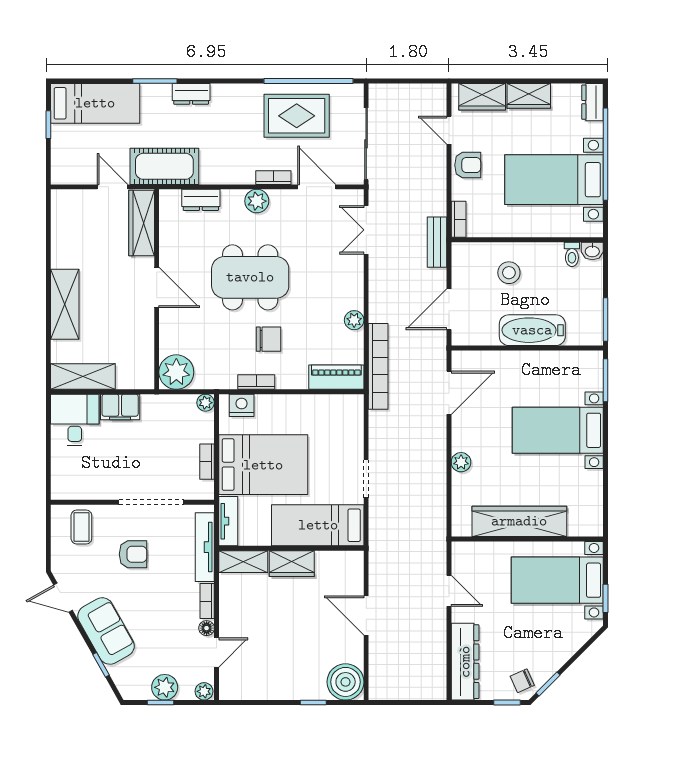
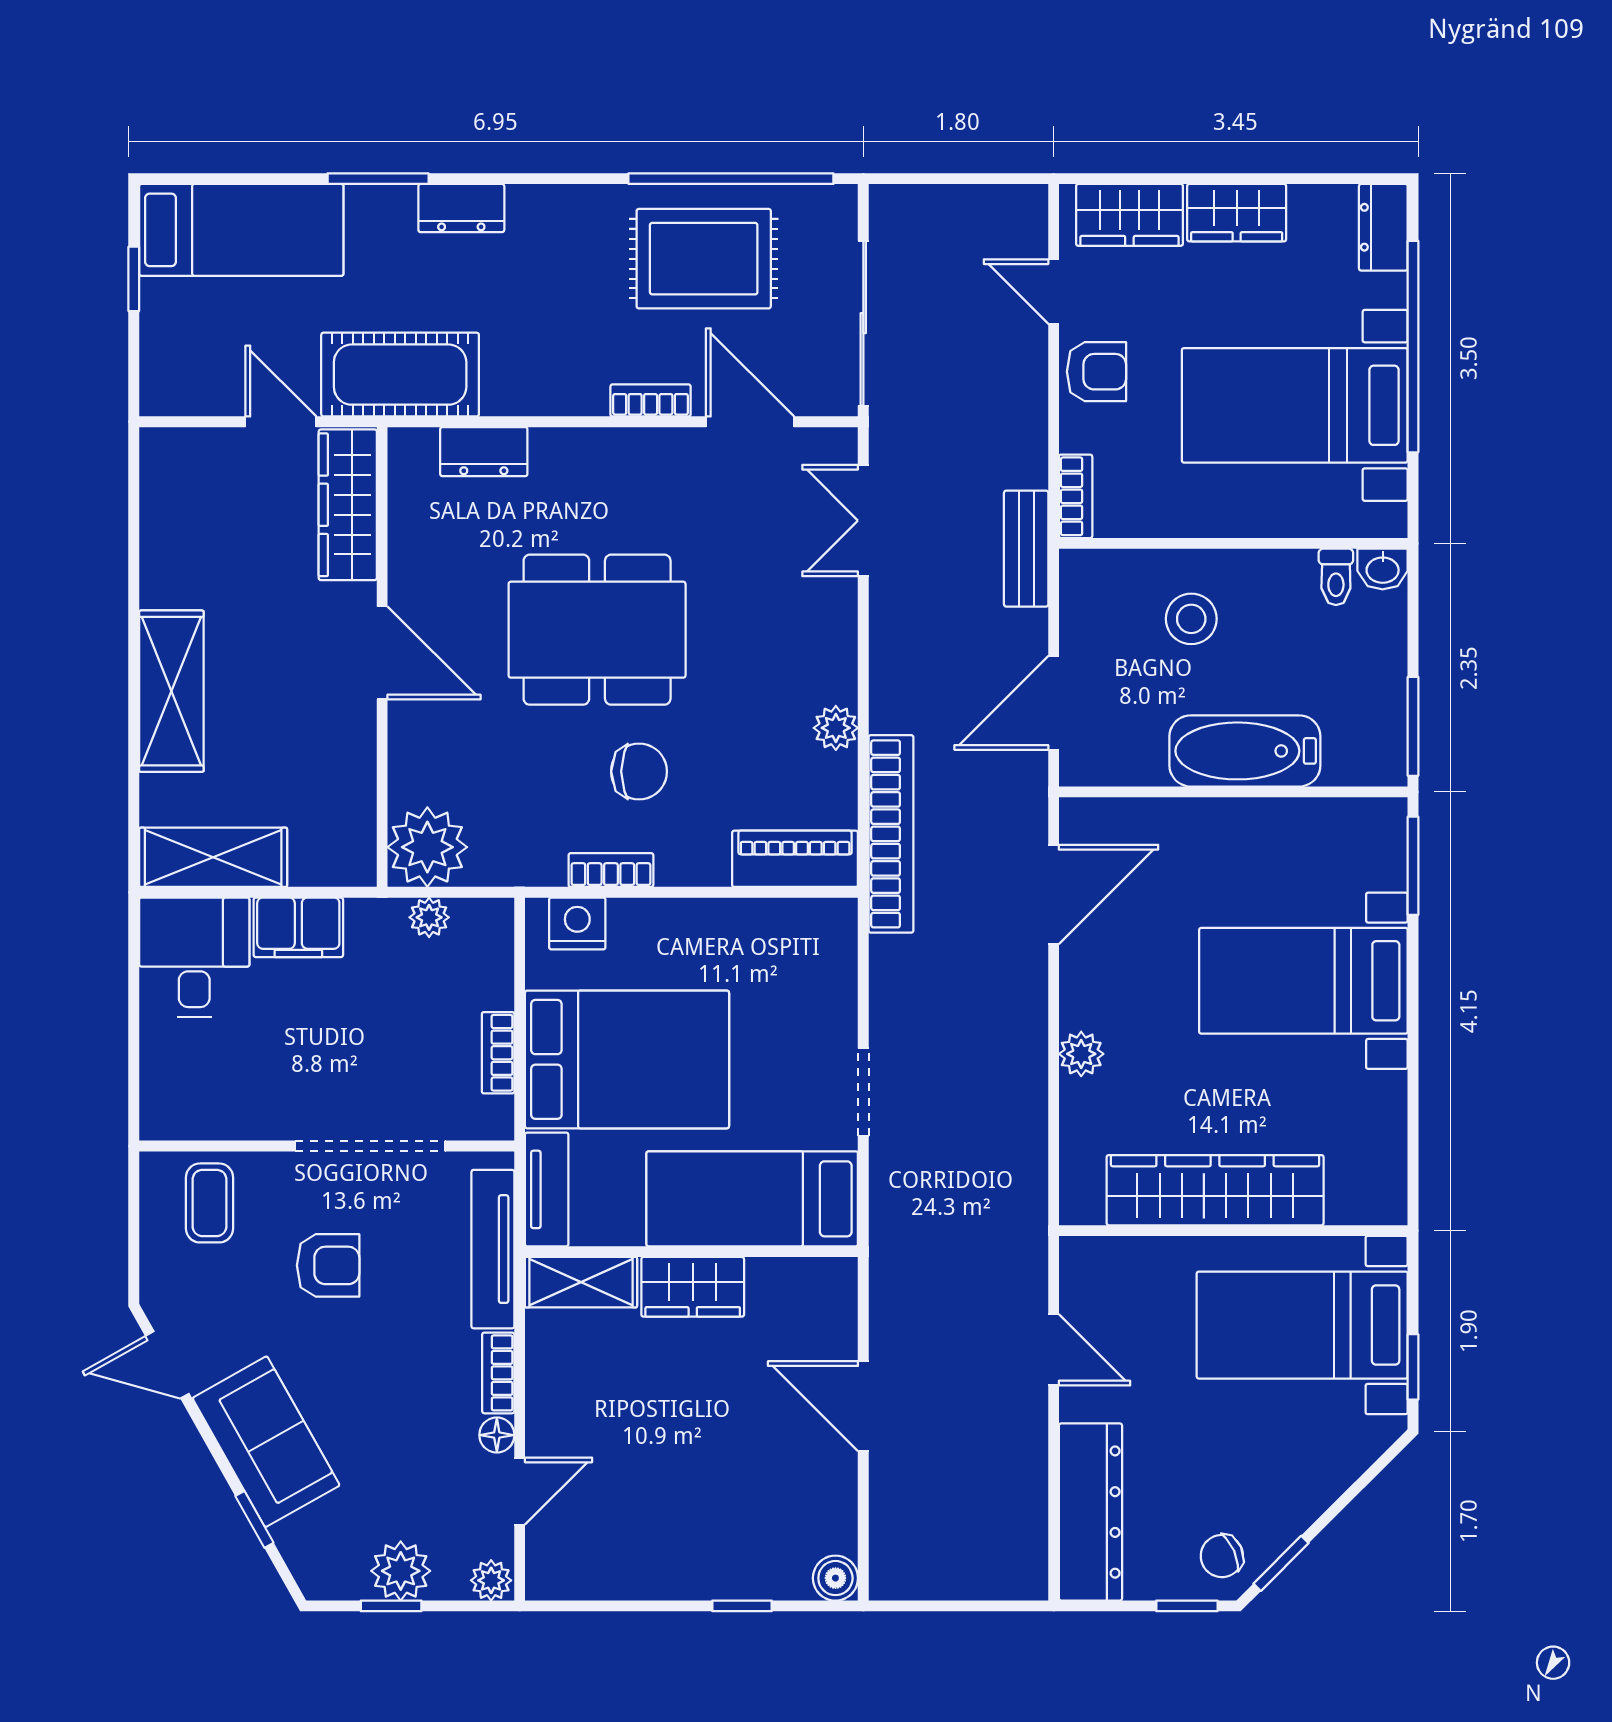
plant: (257, 201) -> (612, 454), removed
plant: (206, 403) -> (429, 917), moved
boiler: (346, 682) -> (835, 1578), width x0.54, depth x0.54

